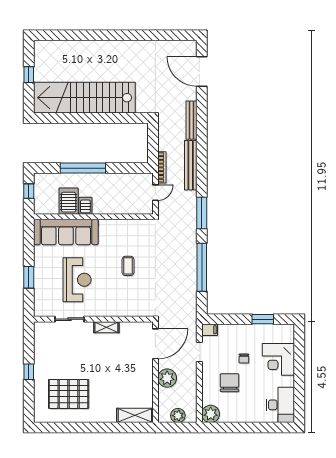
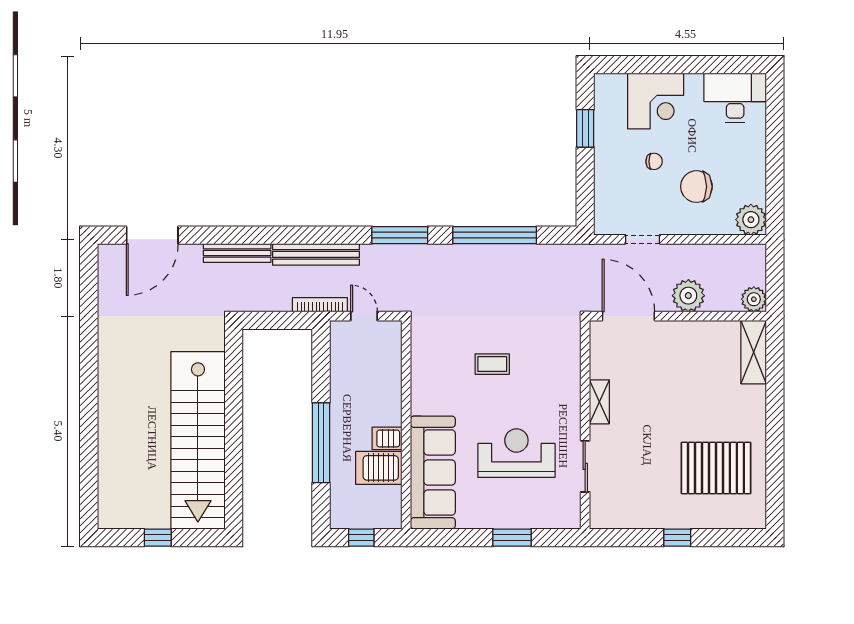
filing cabinet: (210, 330) -> (604, 221), removed
pallet: (69, 394) -> (716, 468), turned 90
plant: (178, 416) -> (754, 299), moved

